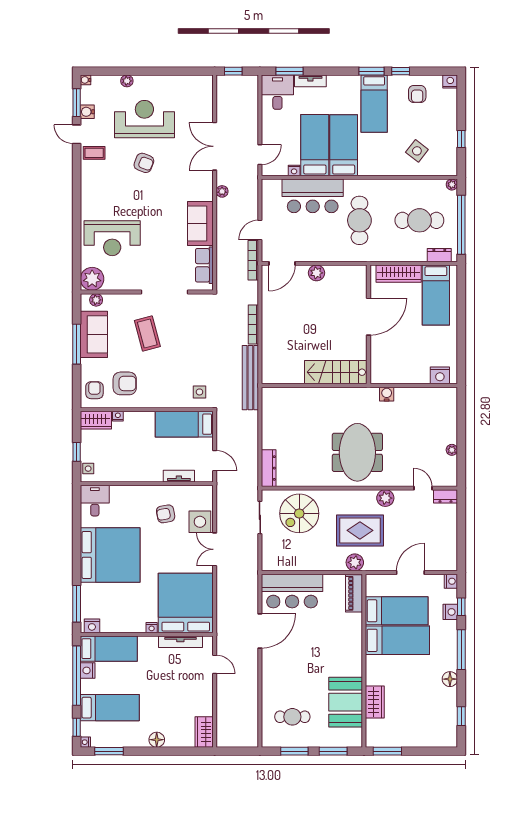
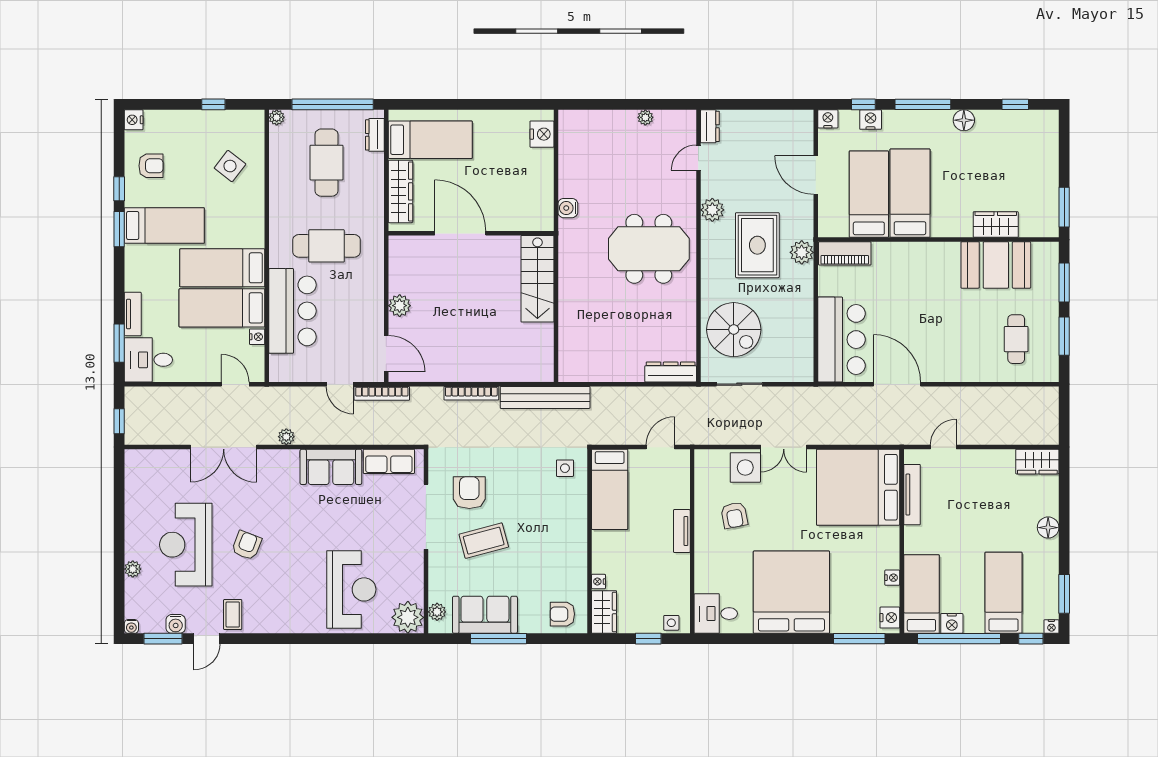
armchair: (125, 383) -> (469, 493), moved
tv unit: (179, 476) -> (682, 531), moved
nightstand: (152, 628) -> (892, 578), moved

